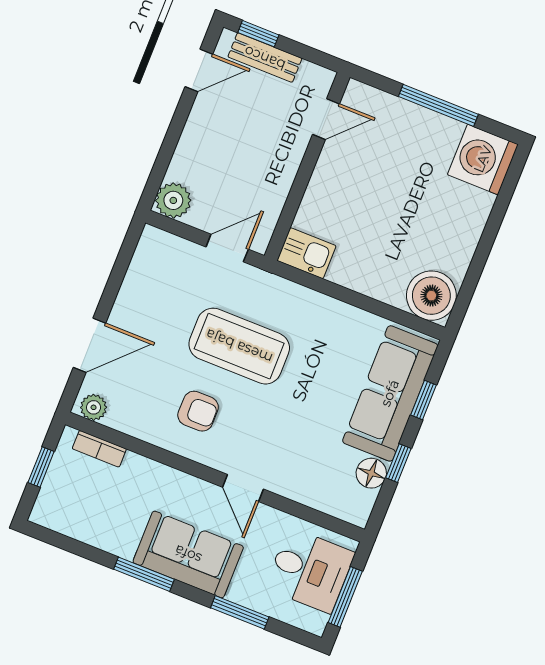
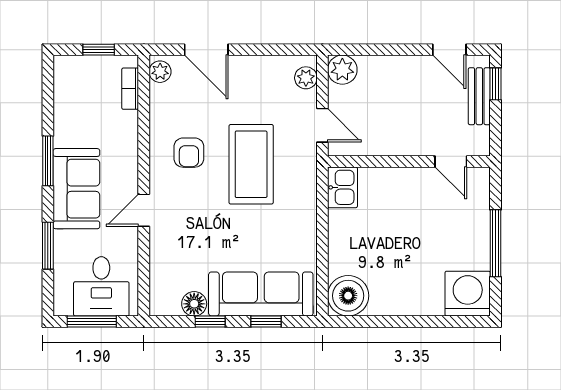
plant: (166, 245) -> (306, 78), added

